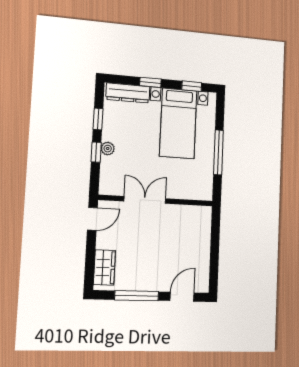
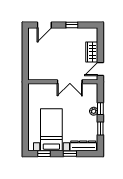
window: (218, 152) -> (25, 114), removed
wardrobe: (104, 267) -> (92, 52), moved
window: (137, 296) -> (72, 25), width x0.46

